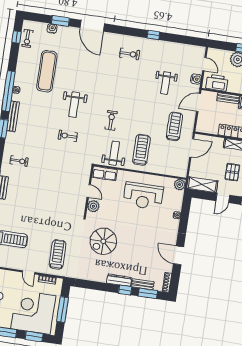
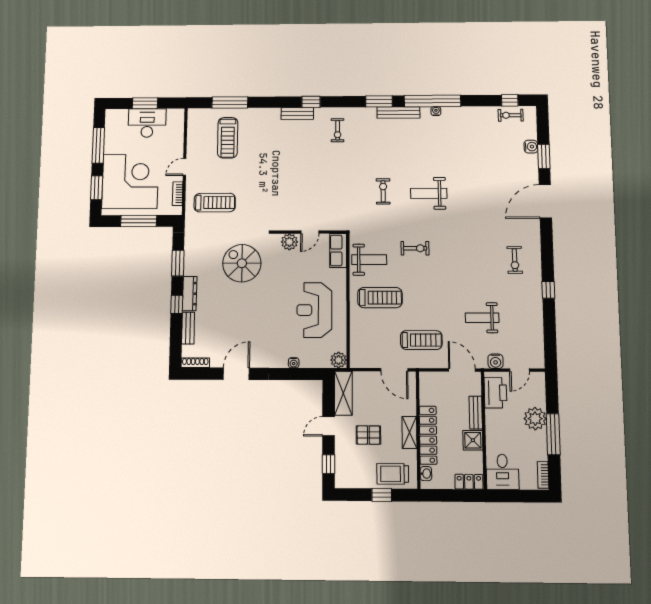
exercise mat: (47, 71) -> (469, 149), removed
door: (223, 198) -> (328, 426), hinge flipped
window: (148, 293) -> (178, 263), moved

